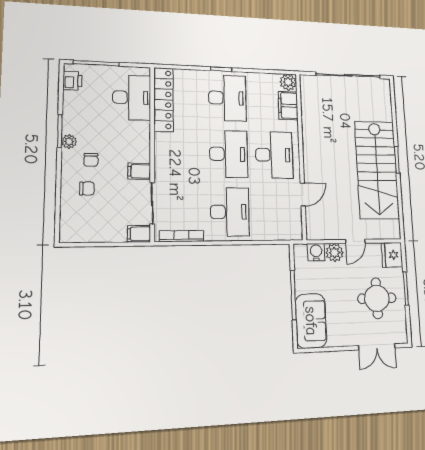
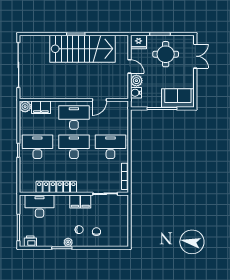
locker: (164, 100) -> (56, 187), moved
door: (303, 194) -> (99, 100), swing flipped
filing cabinet: (139, 234) -> (75, 201), moved

